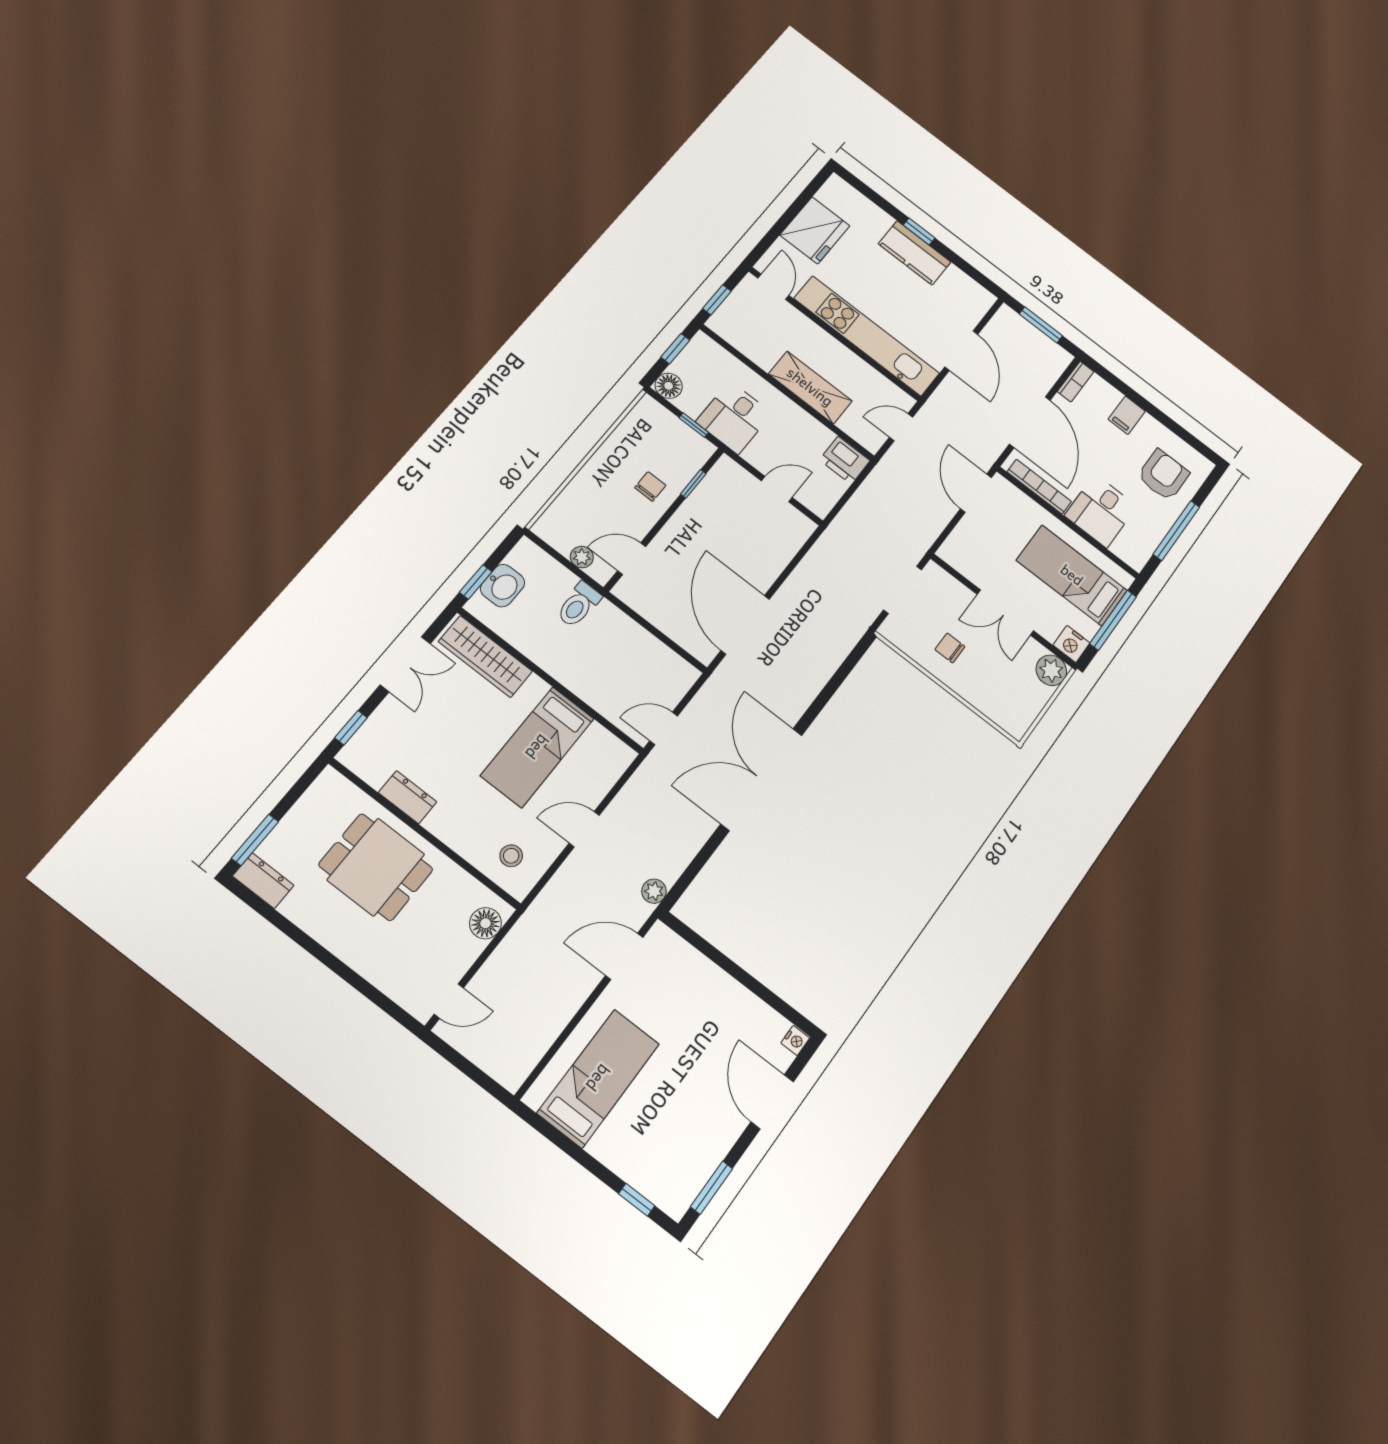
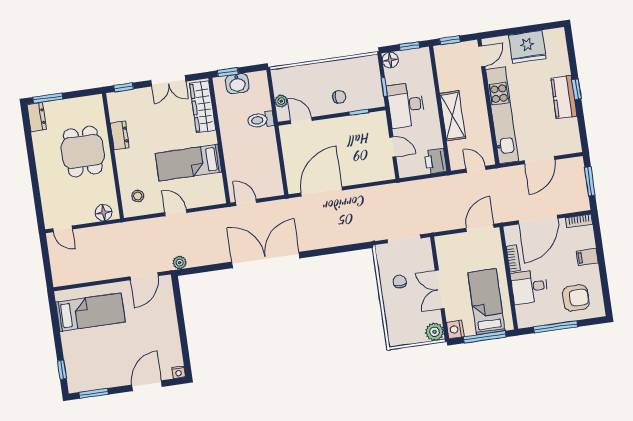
desk: (734, 418) -> (406, 105), width x1.37
bookcase: (1039, 487) -> (513, 258), width x0.64
door: (624, 956) -> (144, 276), swing flipped

